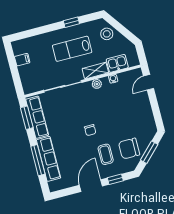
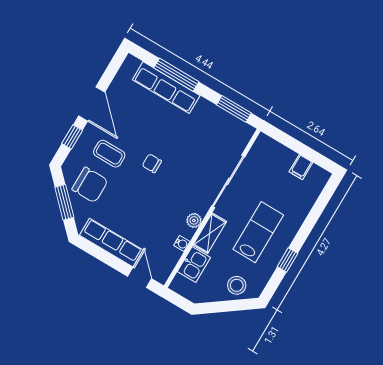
row of seats: (37, 117) -> (111, 243), moved, turned 180
chair: (129, 149) -> (90, 185), turned 90

